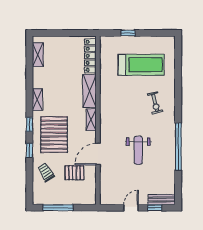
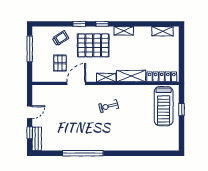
treadmill: (141, 65) -> (164, 106), moved
exercise bike: (155, 103) -> (109, 106), moved
weight bench: (138, 150) -> (80, 119), removed
door: (98, 154) -> (76, 83), hinge flipped
door: (131, 208) -> (30, 112), hinge flipped

